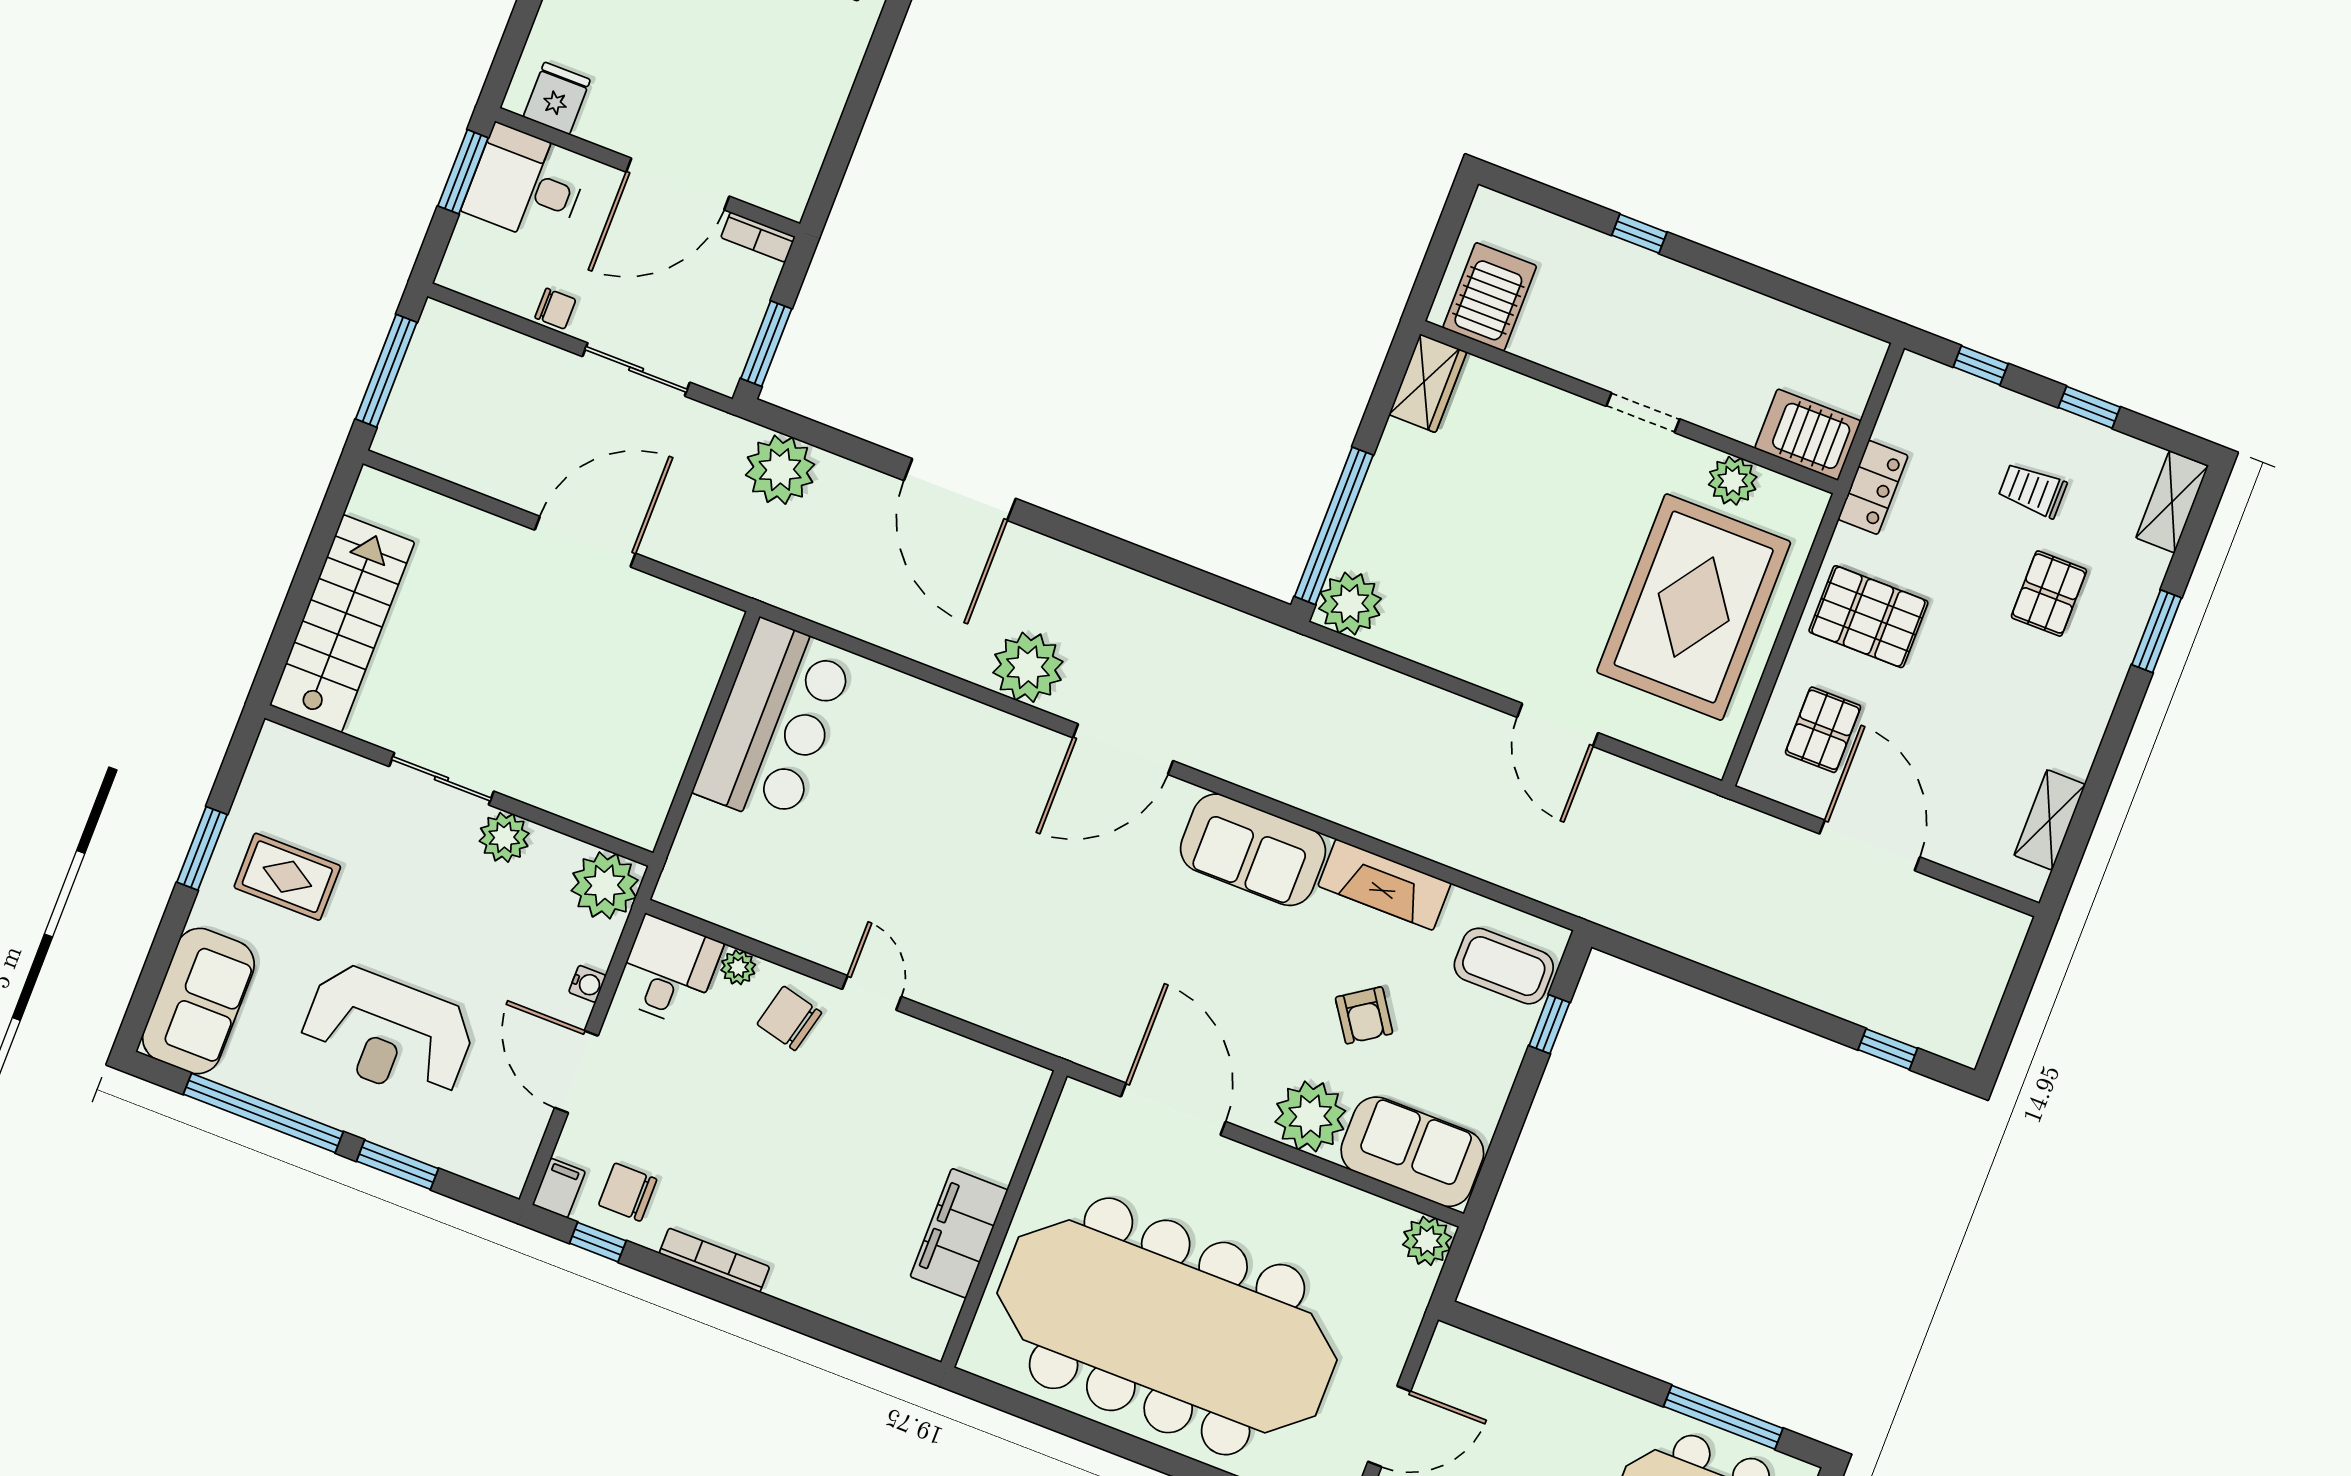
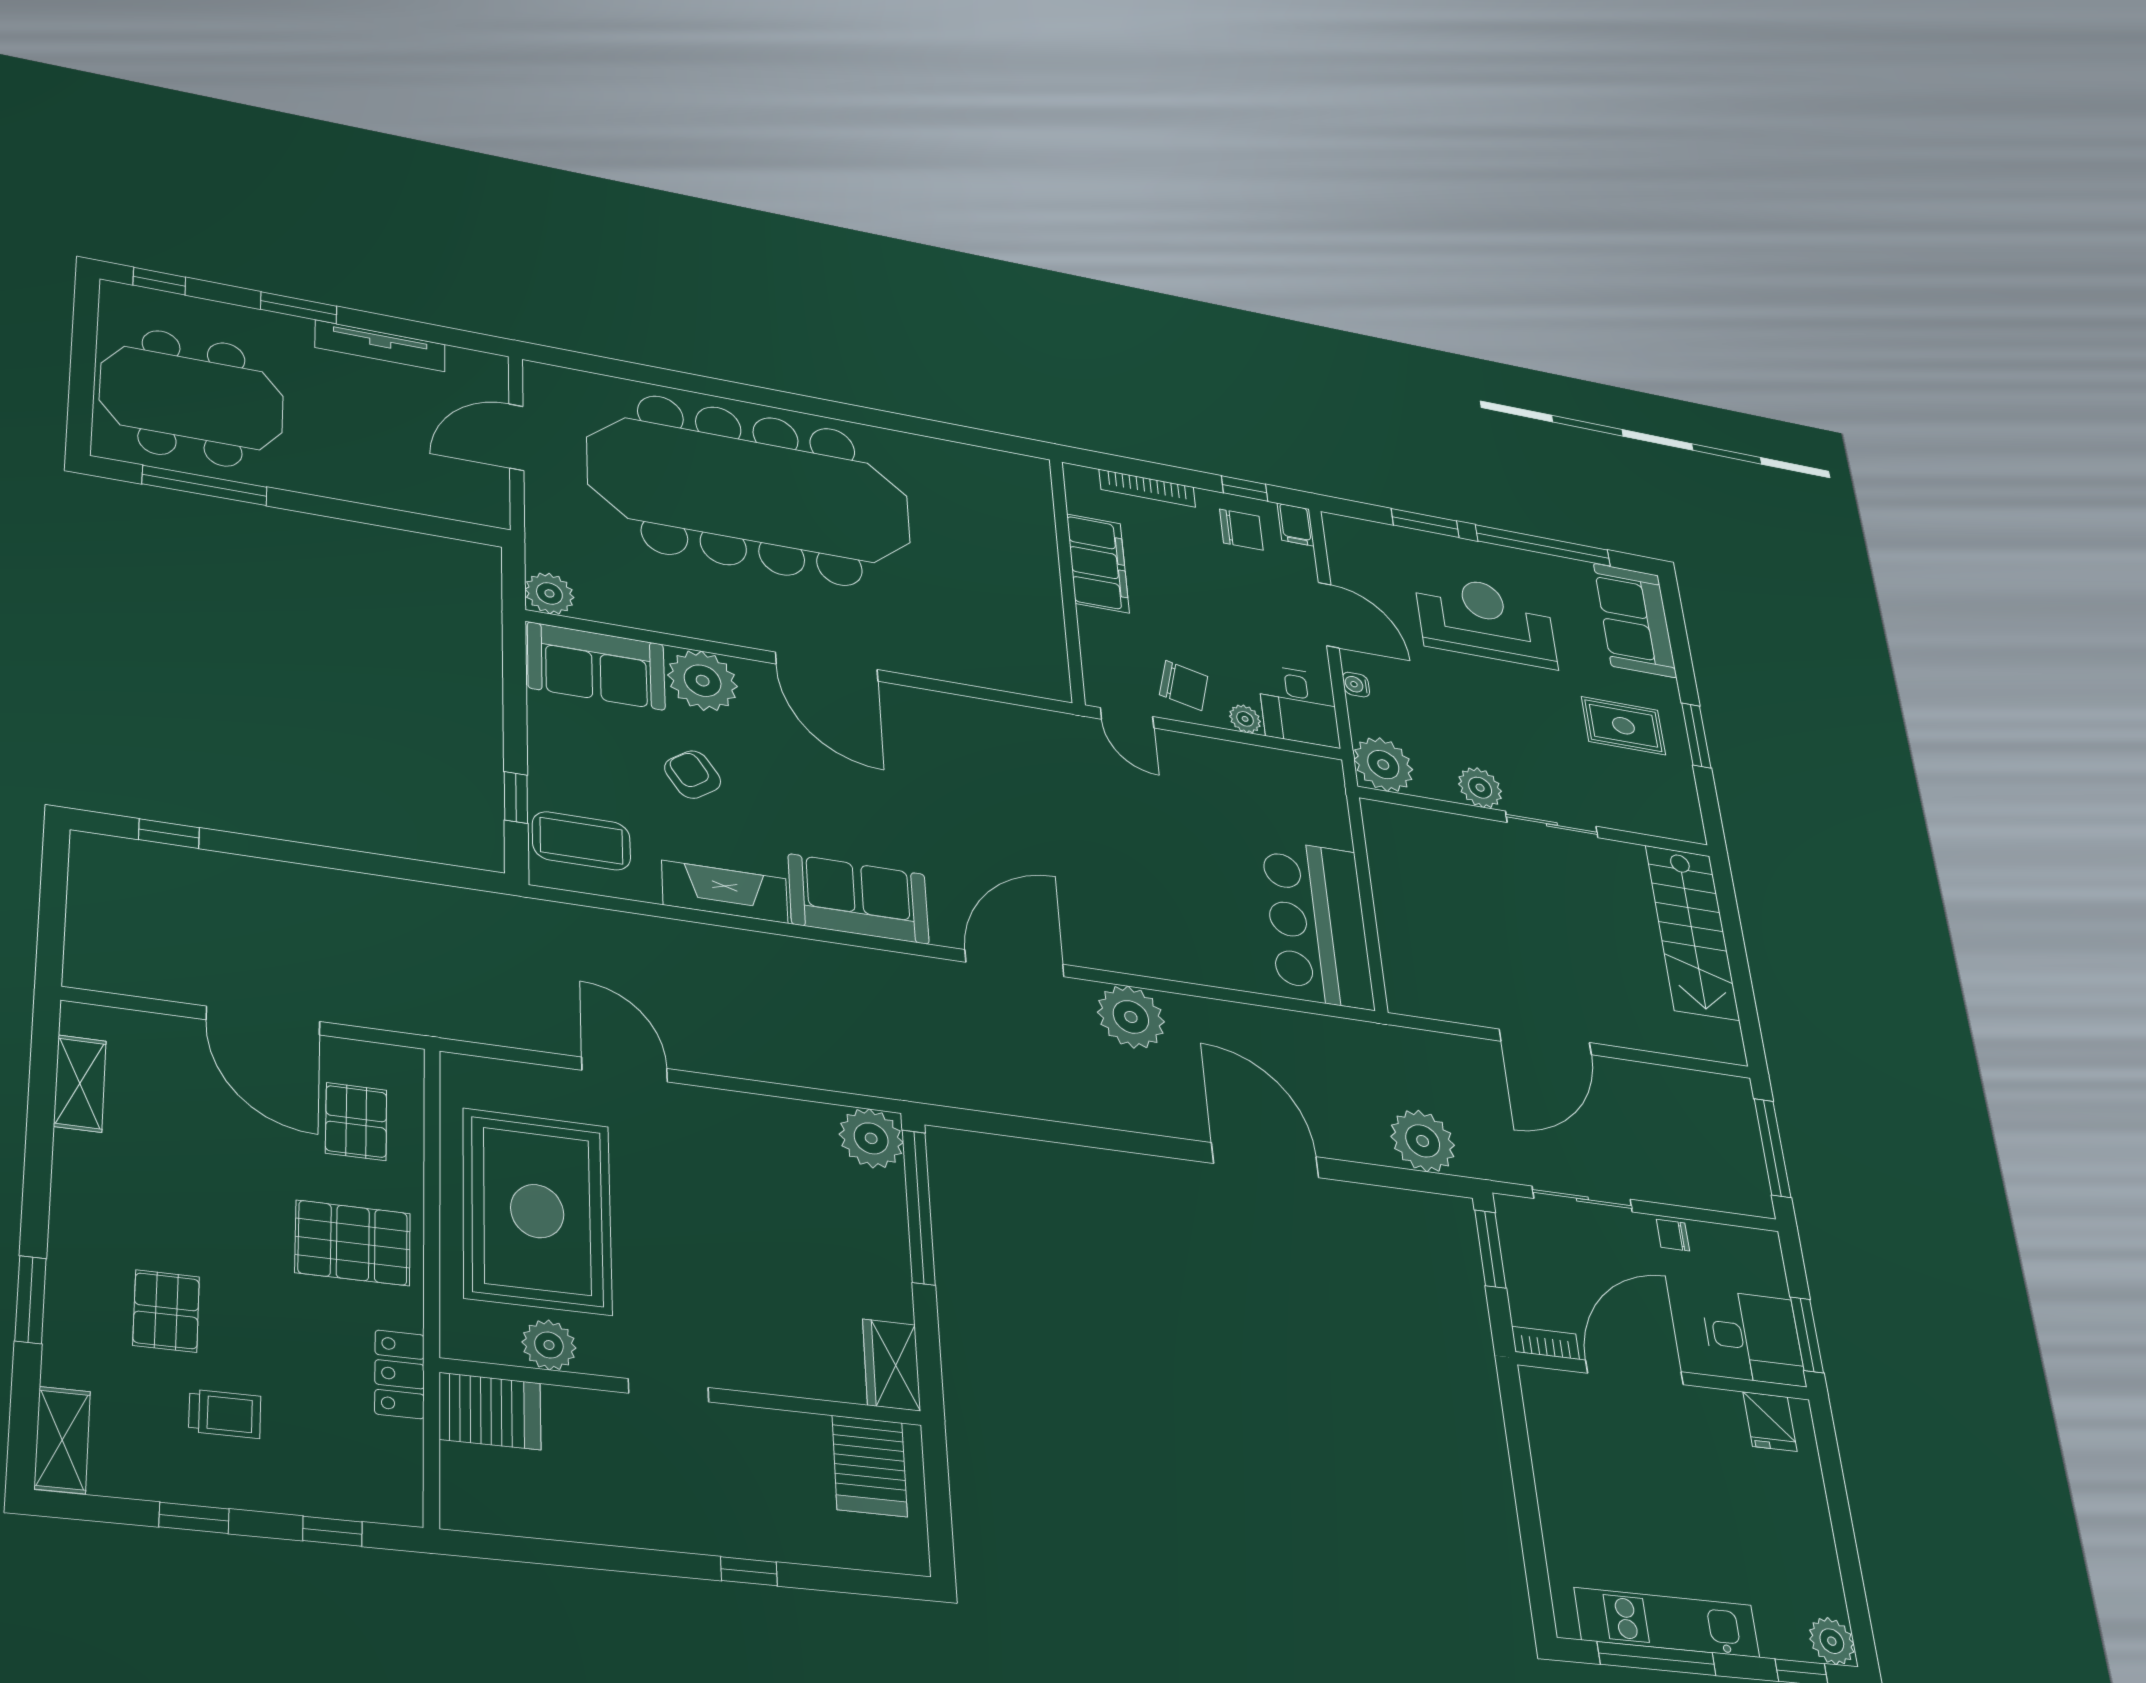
wall: (1004, 1219) -> (1067, 580), moved
filing cabinet: (959, 1233) -> (1098, 563), moved

